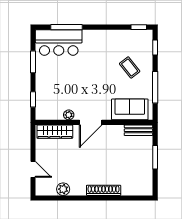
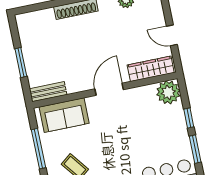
window: (33, 99) -> (189, 118), moved
plant: (69, 115) -> (168, 92), moved, width x1.88, depth x1.88
door: (33, 169) -> (172, 35), moved

